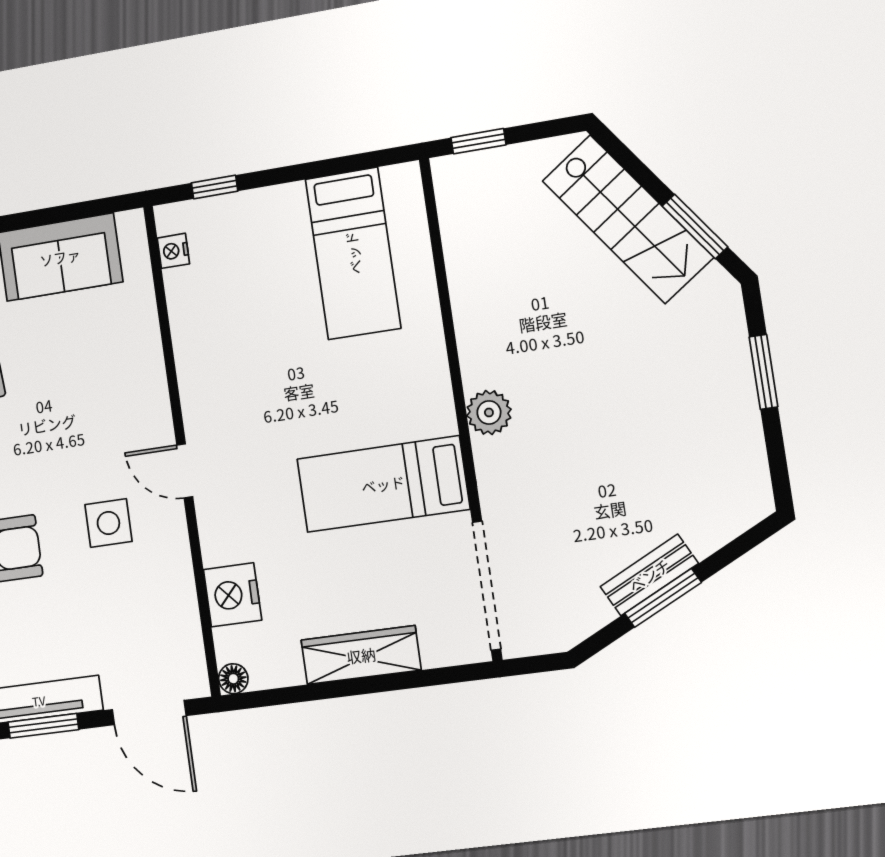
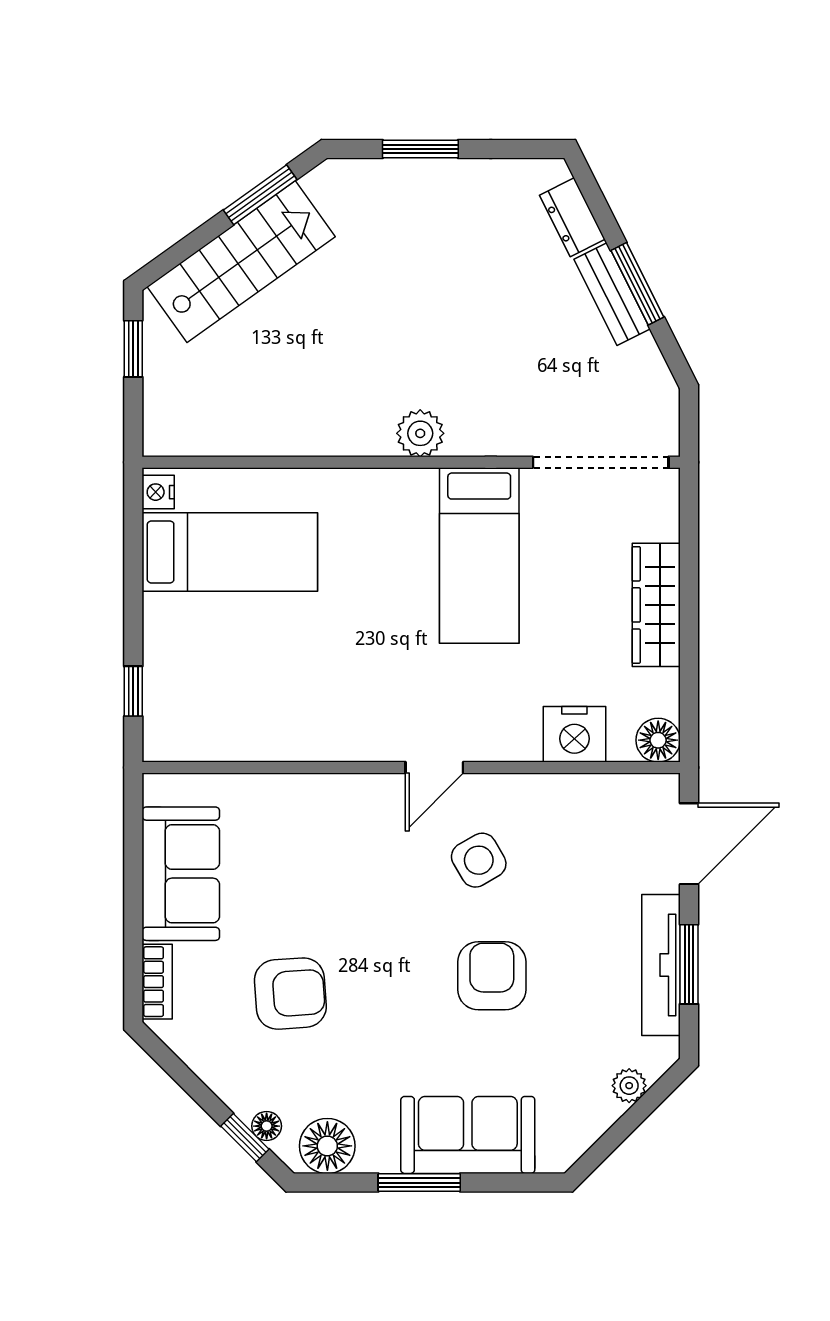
window: (478, 141) -> (133, 349), moved
nightstand: (173, 251) -> (158, 492), moved, turned 90
side table: (108, 523) -> (479, 860), turned -30
dresser: (719, 527) -> (572, 217), added
floor lamp: (233, 679) -> (658, 740), width x1.37, depth x1.37

